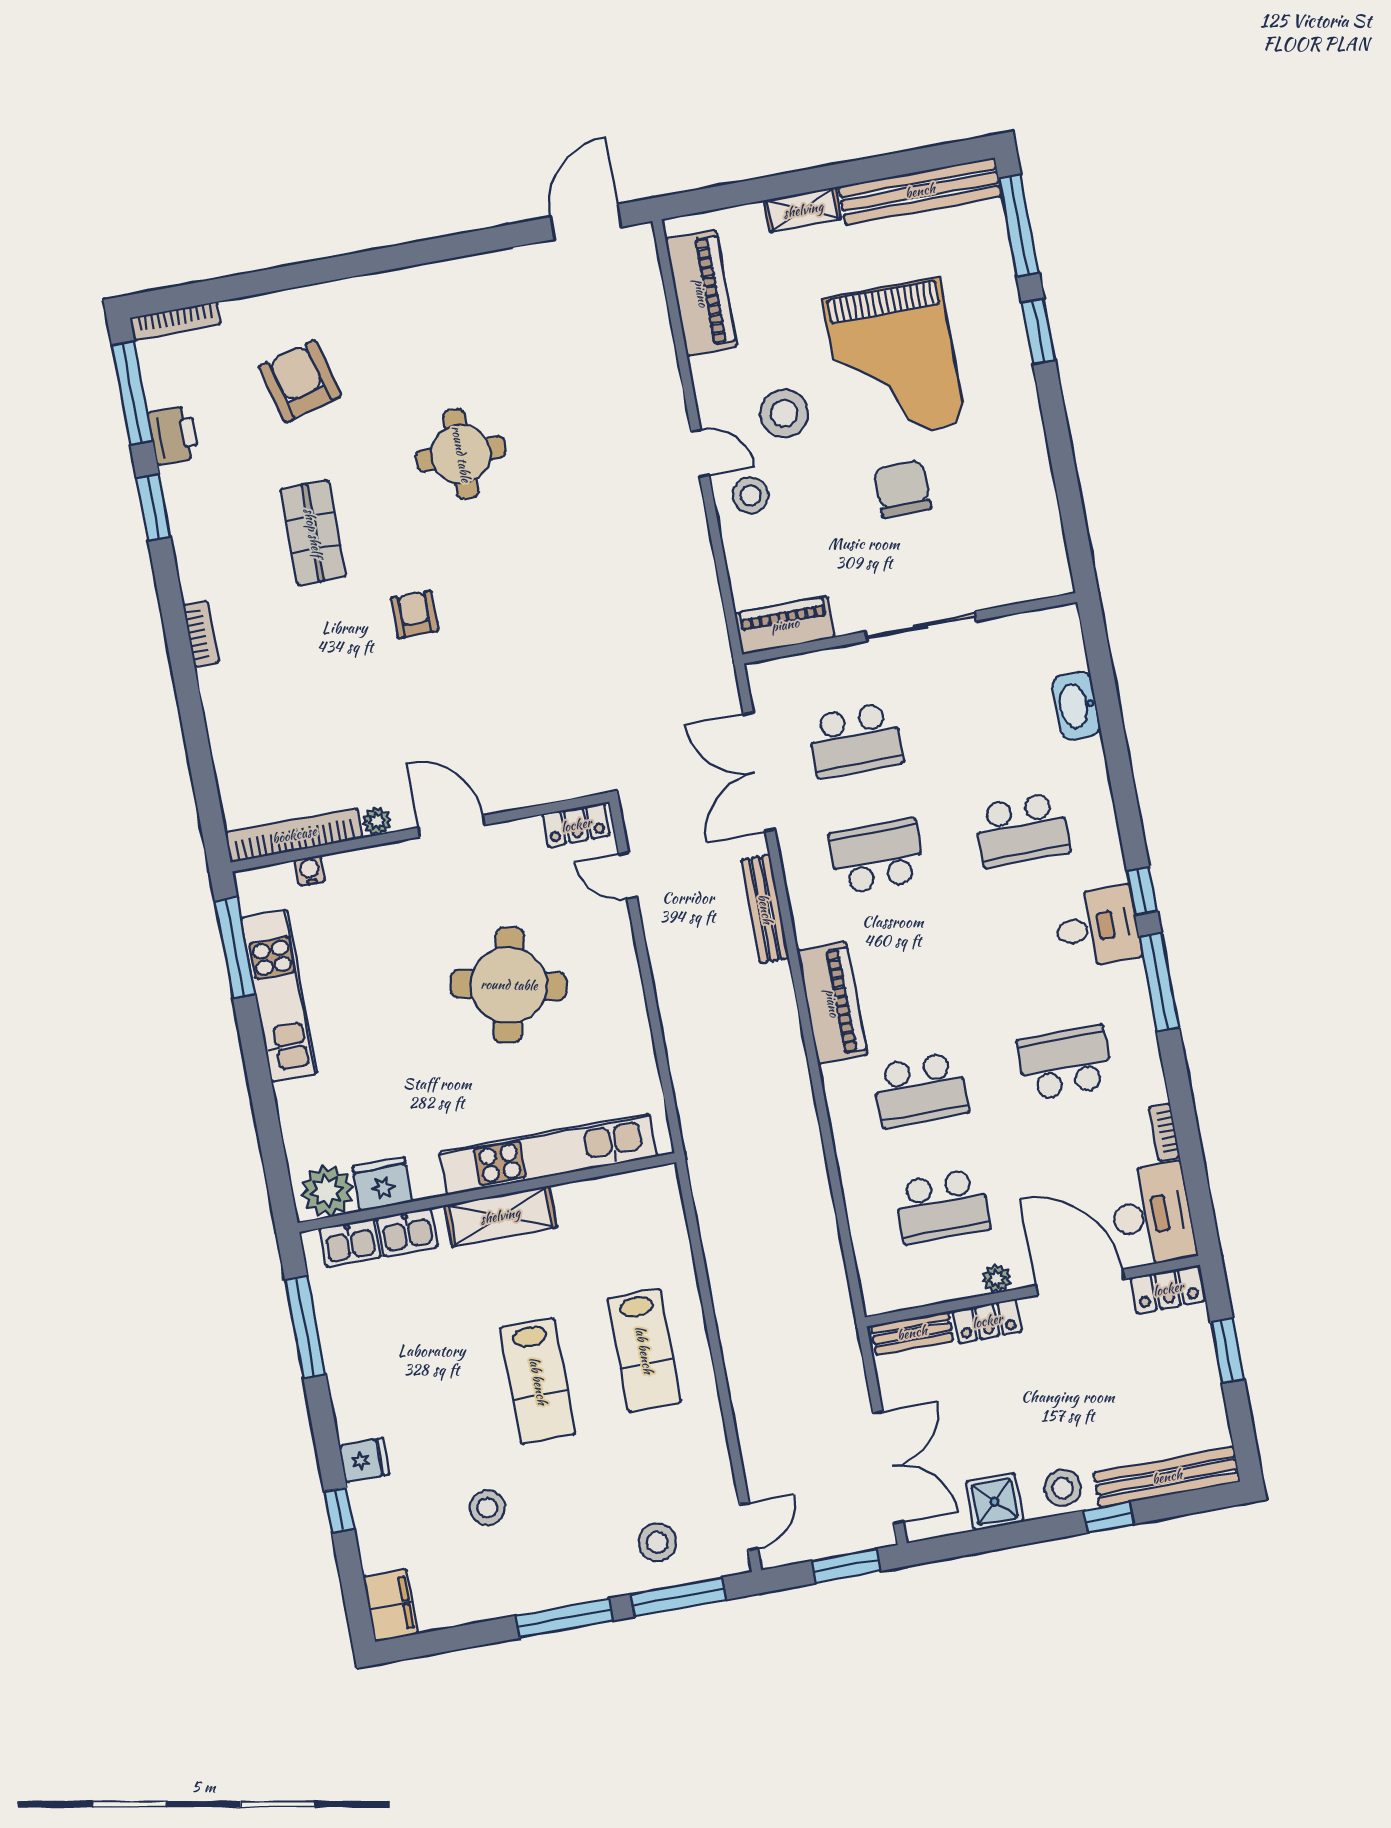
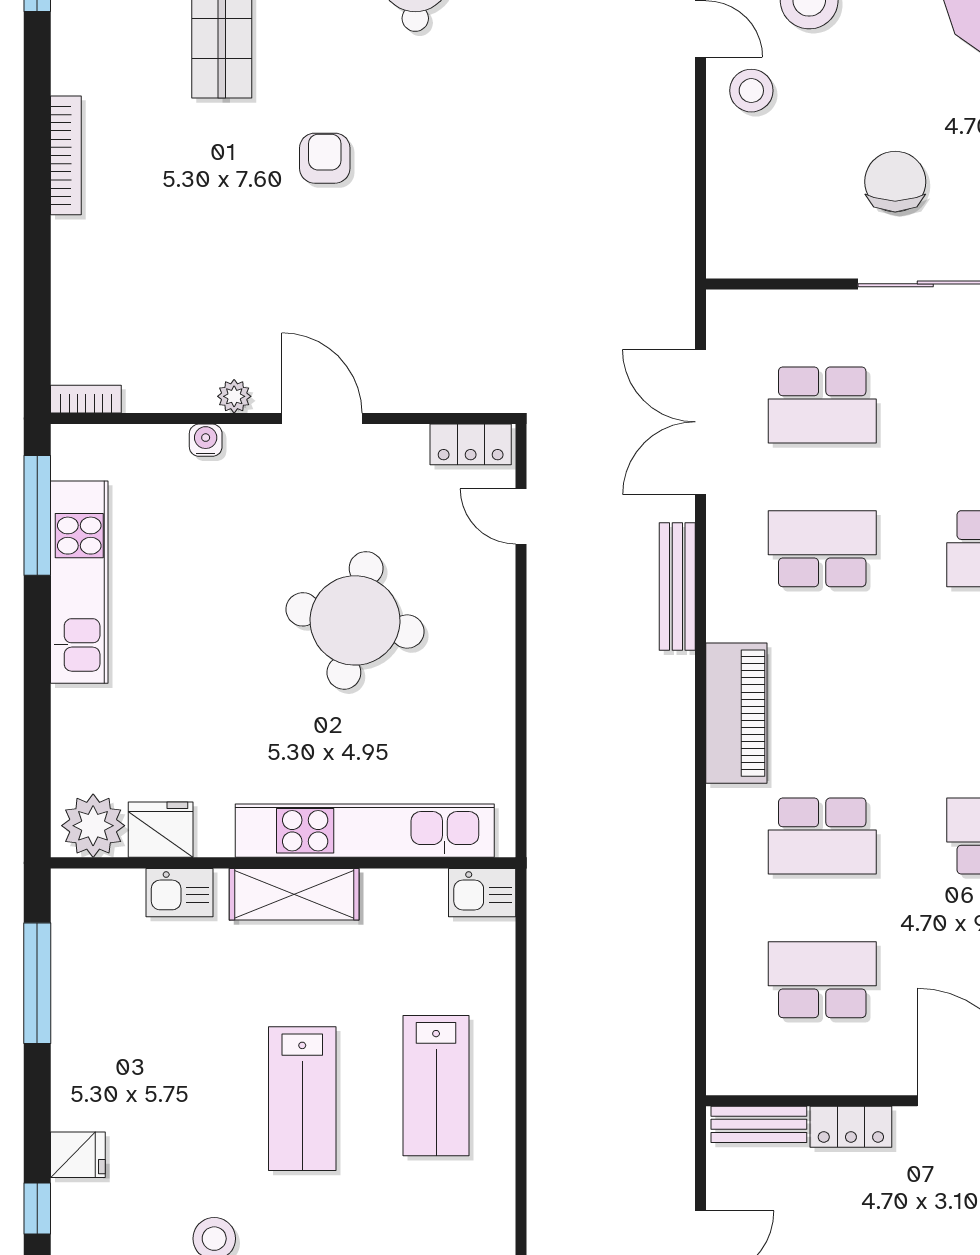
chair: (902, 489) -> (895, 182), moved
piano: (785, 625) -> (763, 253), removed
bookcase: (201, 634) -> (66, 155), width x1.56
bookcase: (294, 835) -> (86, 399), width x0.43, depth x0.76
water cooler: (310, 871) -> (206, 440), moved
school desk: (942, 1206) -> (822, 980), turned 180
kitchen sink: (350, 1243) -> (482, 893), moved
plant: (997, 1279) -> (872, 1078), removed

